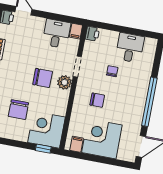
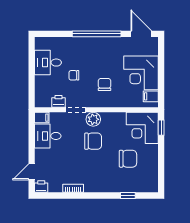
printer: (92, 34) -> (59, 101), moved
chair: (43, 78) -> (93, 141), turned 90

